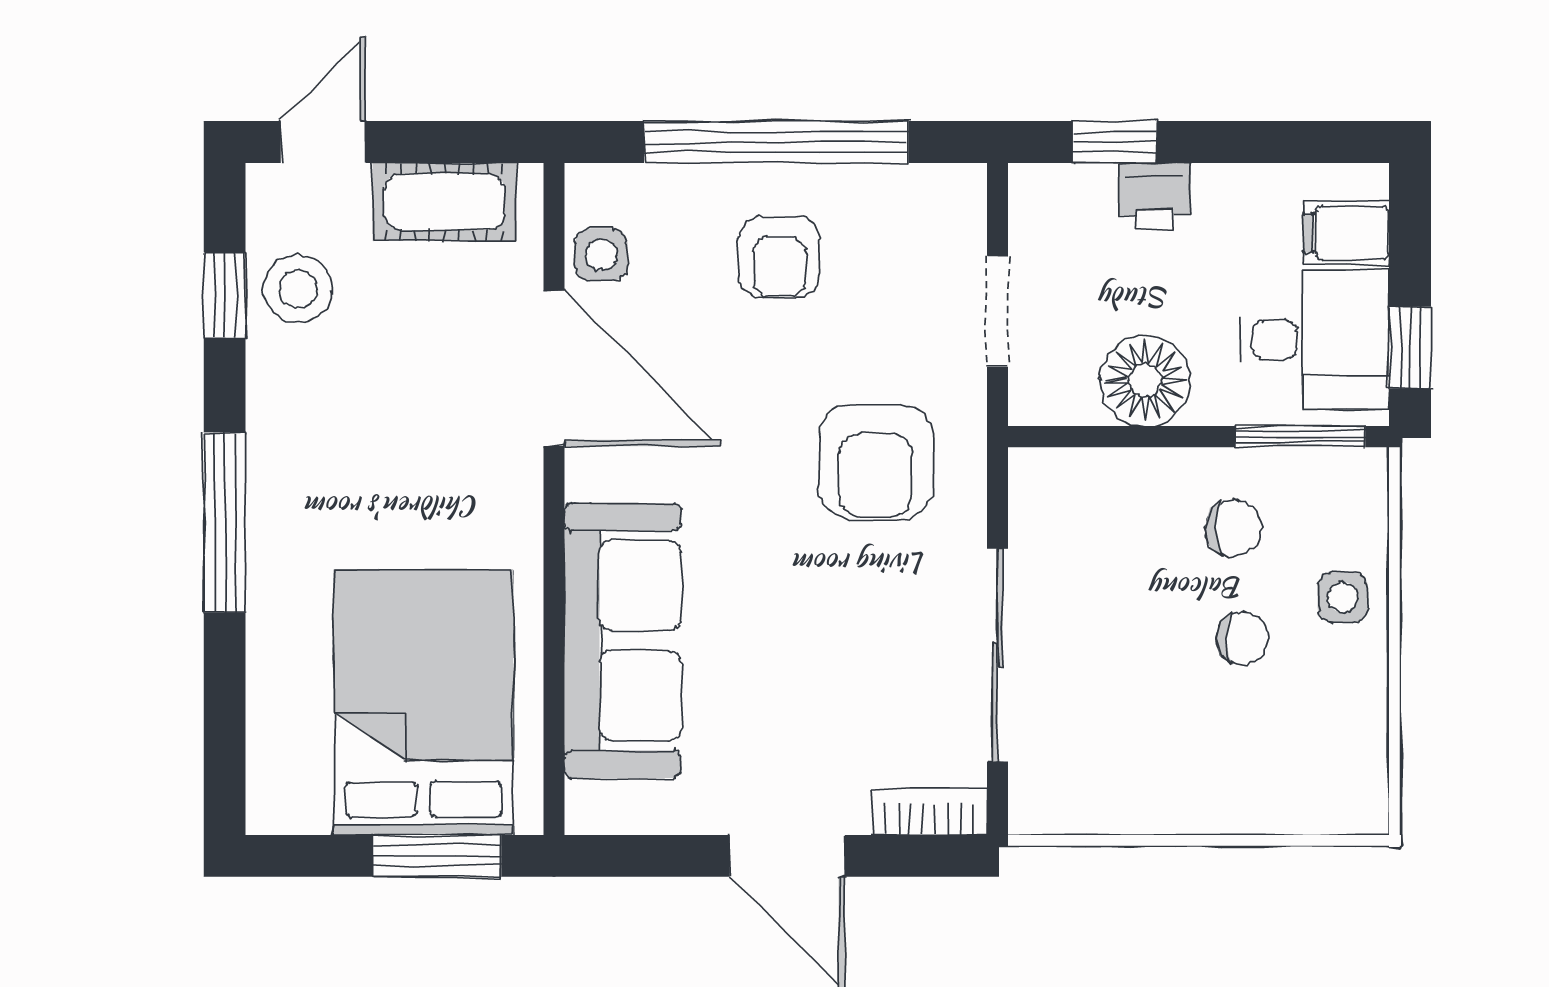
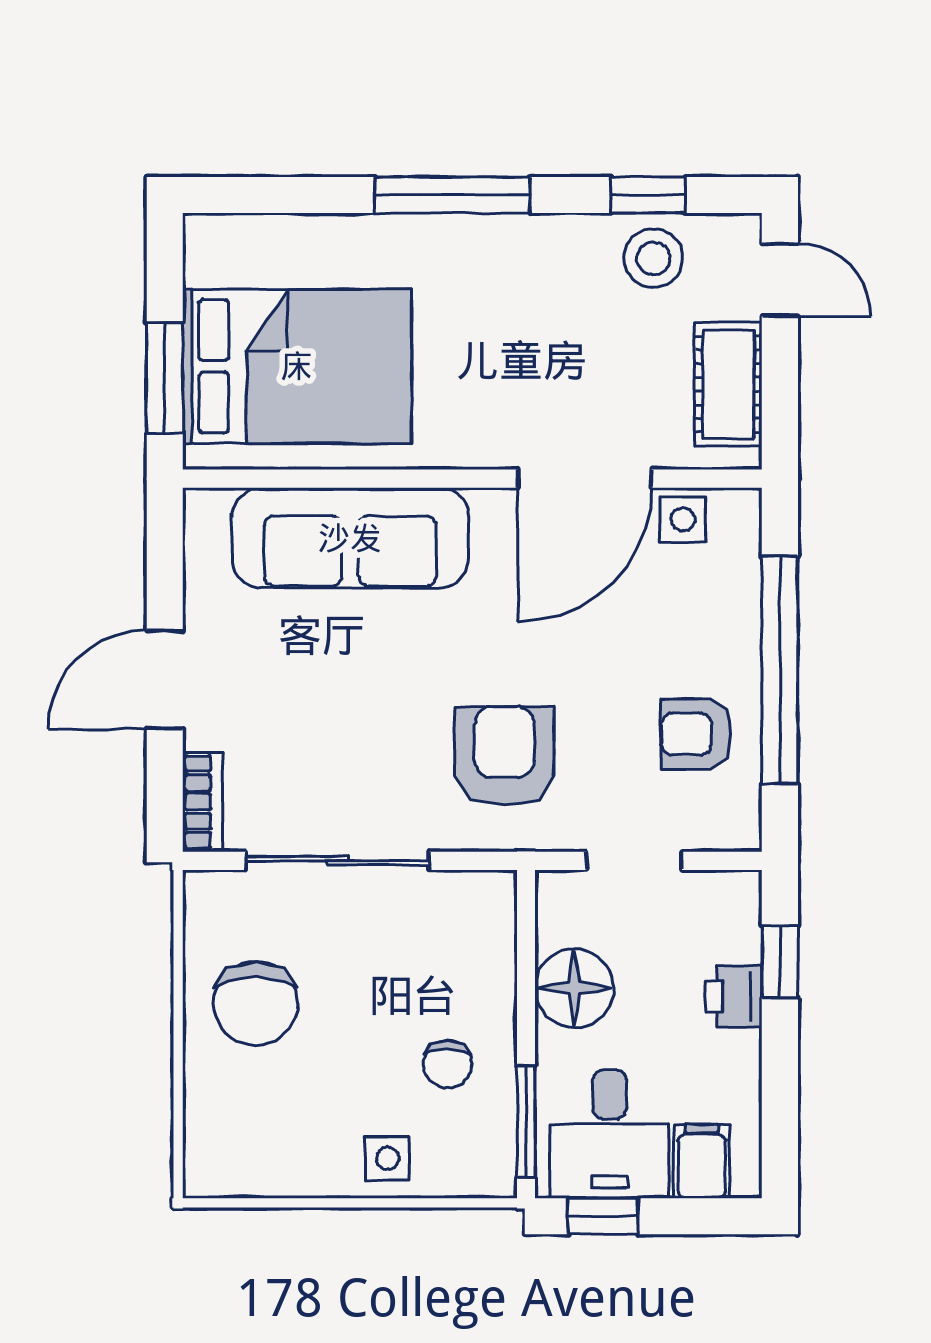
armchair: (779, 257) -> (696, 734), moved
armchair: (876, 462) -> (504, 756), turned 89
chair: (1242, 638) -> (256, 1003), moved, width x1.87, depth x1.87

